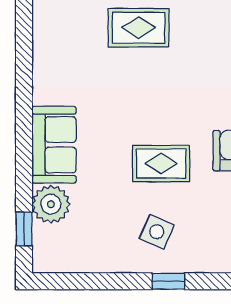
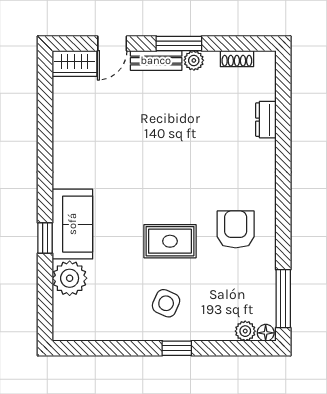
rug: (139, 28) -> (150, 117), removed
window: (24, 229) -> (45, 238), moved

